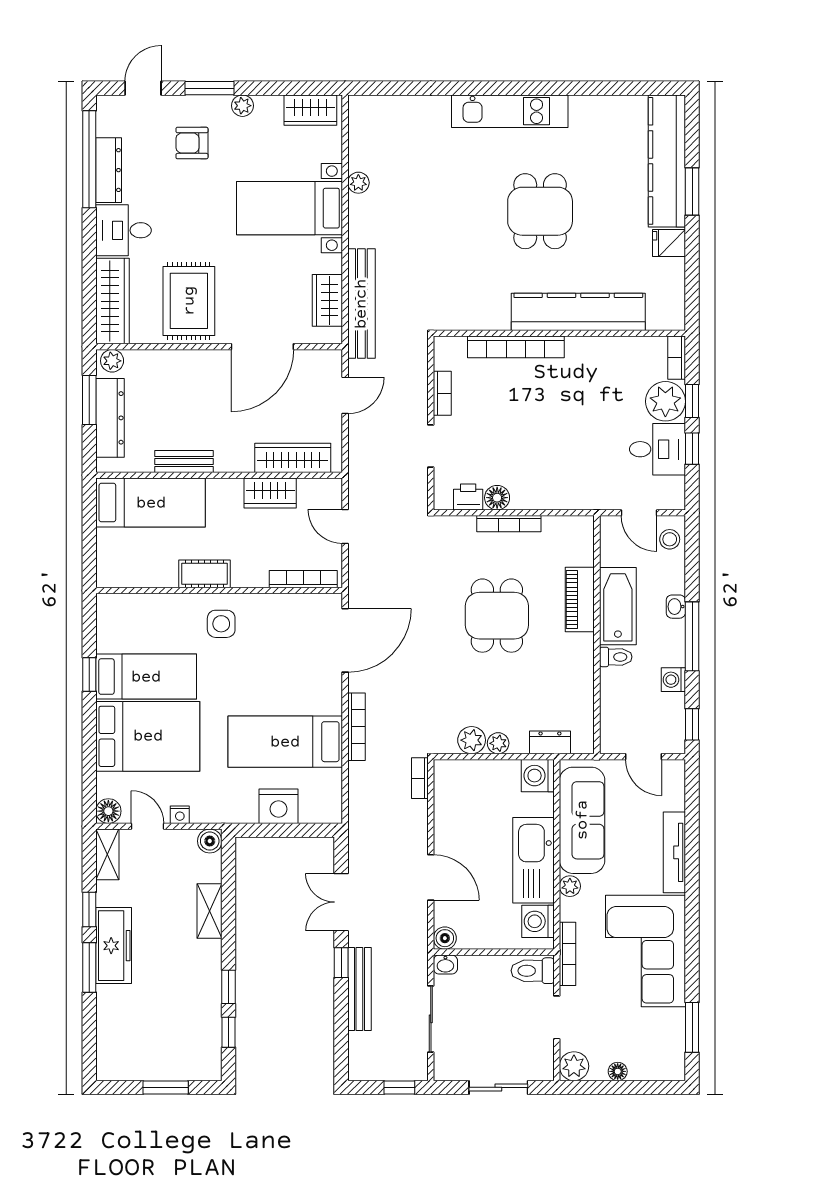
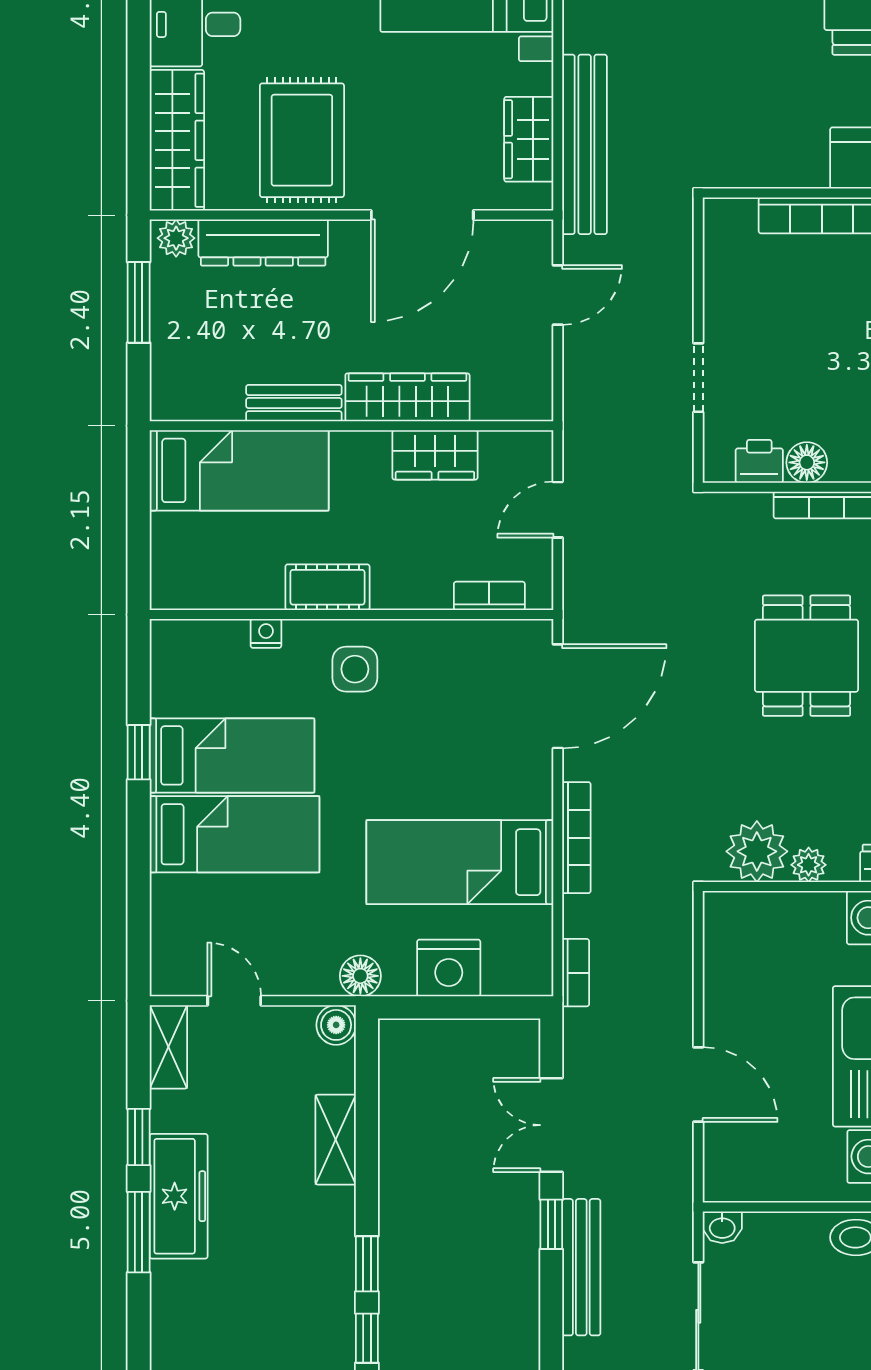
bookcase: (442, 393) -> (717, 291), removed
dresser: (110, 418) -> (263, 243), moved, turned 90
wardrobe: (293, 458) -> (407, 397), moved
door: (345, 526) -> (558, 510), hinge flipped
bookcase: (303, 579) -> (489, 596), width x0.64
bed: (148, 736) -> (235, 834), width x0.67
plant: (472, 740) -> (757, 851), width x1.36, depth x1.36
bookcase: (420, 778) -> (576, 973), moved, turned 180
floor lamp: (108, 811) -> (360, 976), moved
nightstand: (180, 815) -> (266, 633), moved, turned 180
boiler: (445, 938) -> (721, 1184), removed

